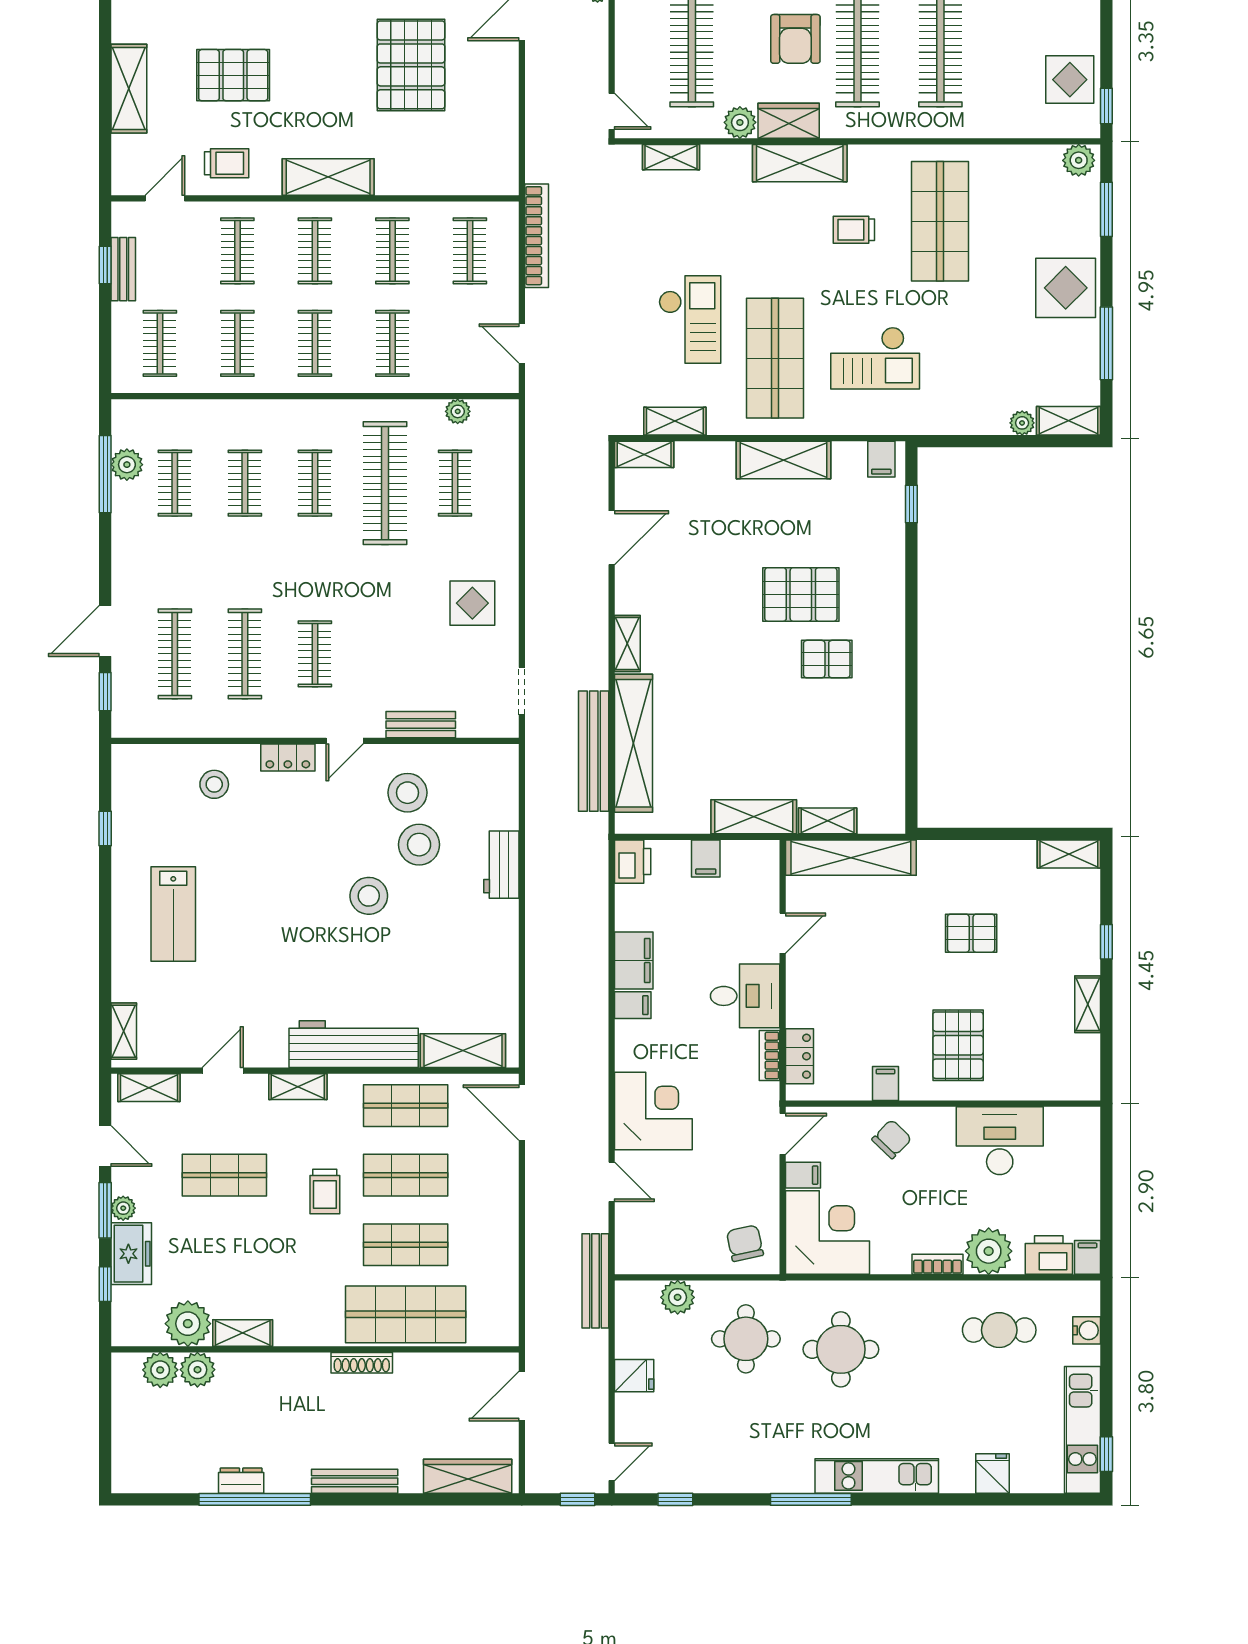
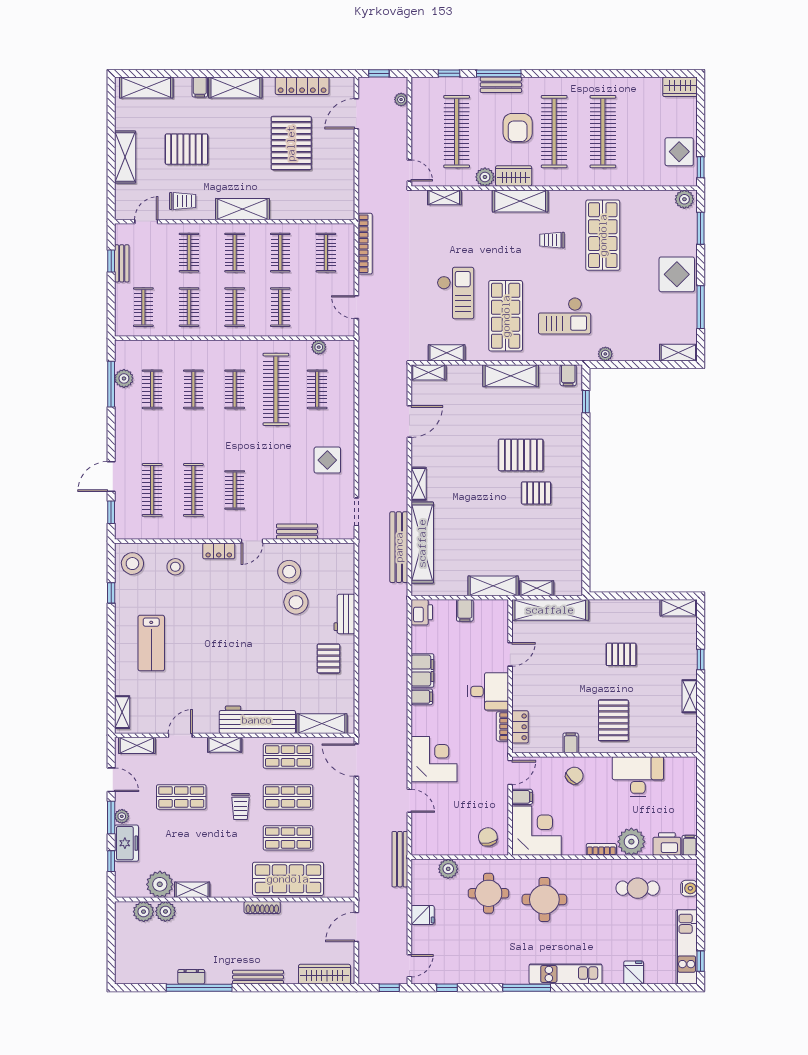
plant: (1022, 423) -> (605, 354), moved
stool: (369, 896) -> (132, 564), moved
pallet: (474, 940) -> (328, 659), added

